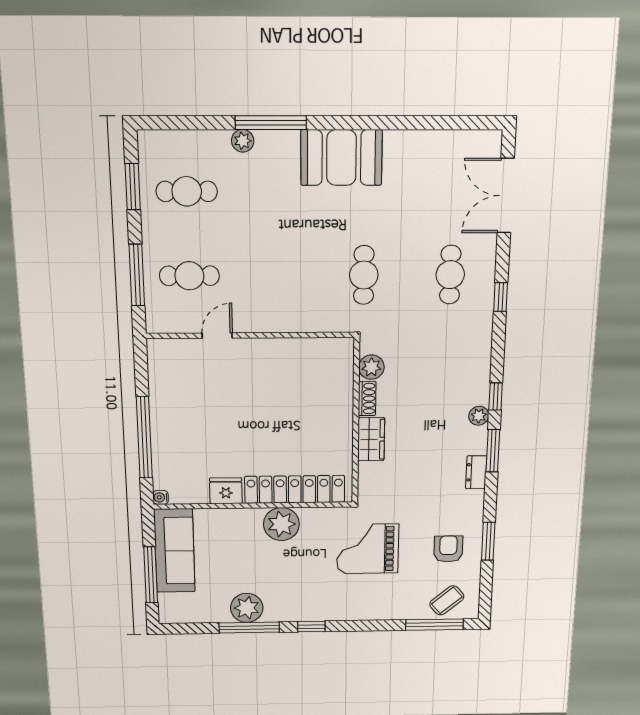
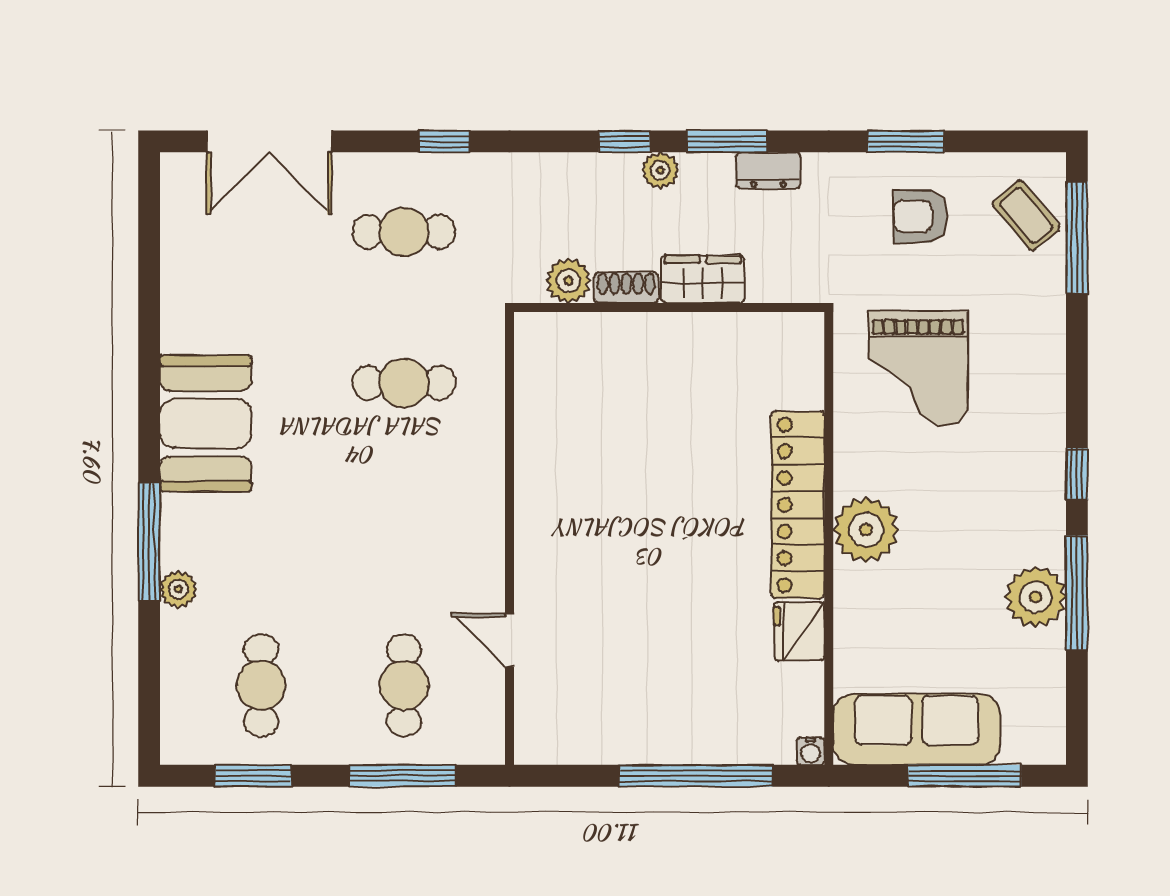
plant: (371, 367) -> (568, 281), moved
shoe rack: (367, 399) -> (626, 288), moved
wall: (356, 422) -> (669, 308), moved
wardrobe: (371, 439) -> (703, 279), moved

